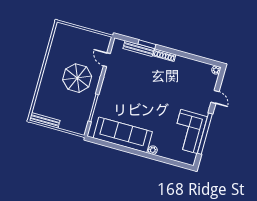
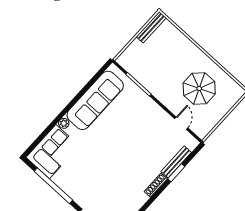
door: (107, 60) -> (181, 123), hinge flipped
parasol: (77, 78) -> (199, 88), moved
corner sofa: (189, 131) -> (53, 152), moved, turned 90

